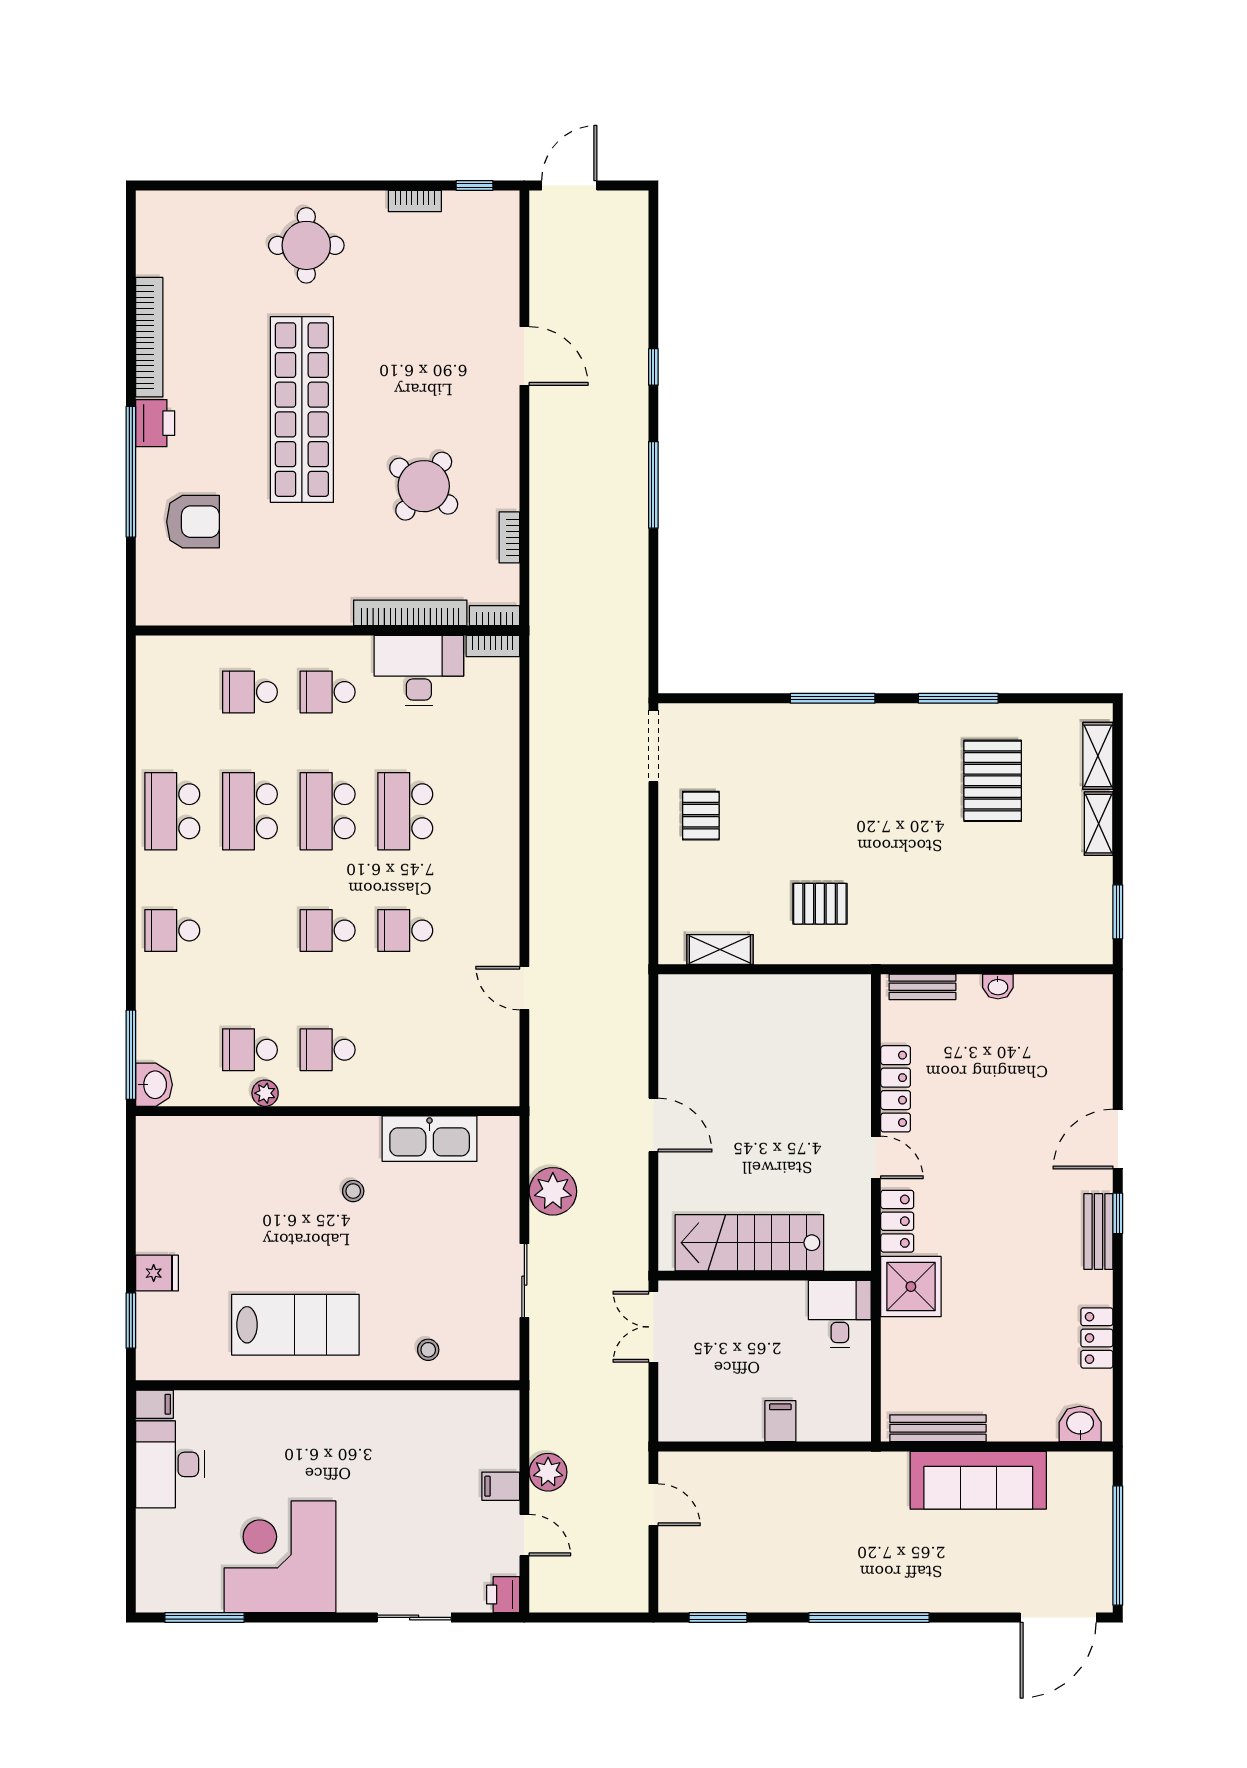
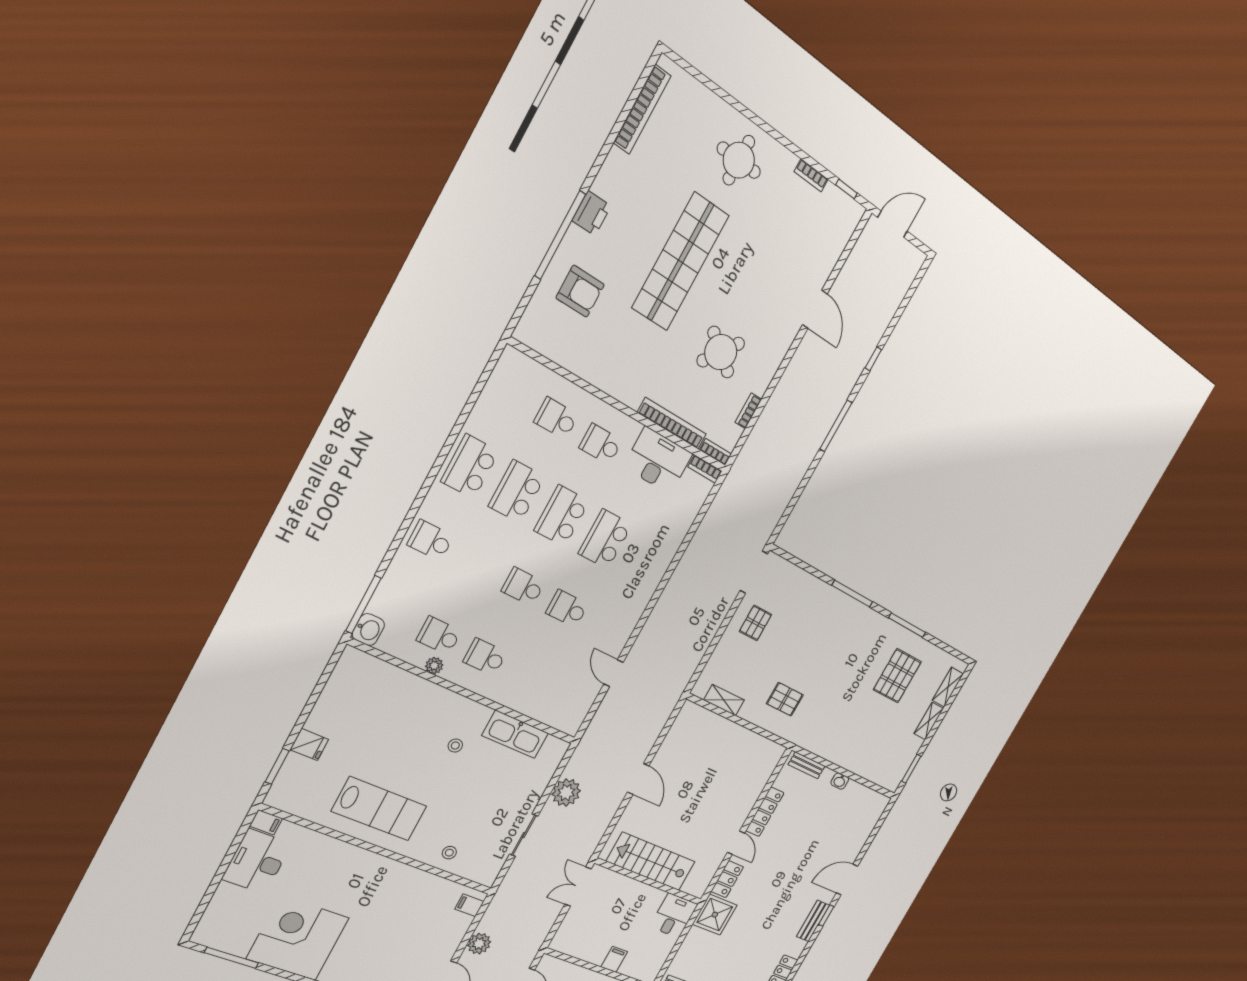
bookcase: (149, 337) -> (642, 109), moved
filing cabinet: (501, 1486) -> (469, 905), moved

